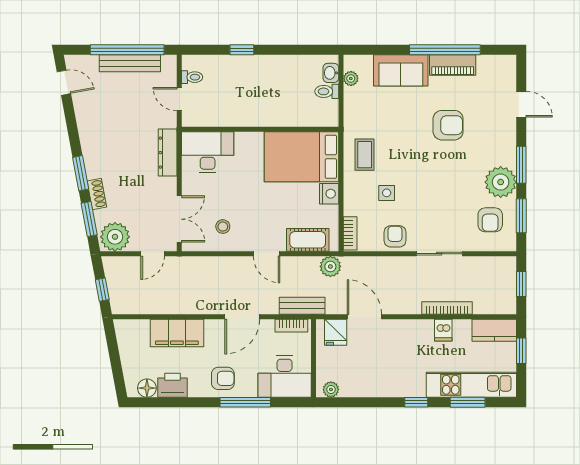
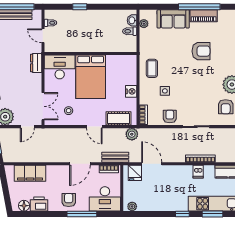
dresser: (168, 153) -> (36, 63), width x0.70
bed: (302, 157) -> (91, 77), moved, turned -90
filing cabinet: (177, 333) -> (30, 173), moved
armchair: (223, 378) -> (69, 200), turned -90

